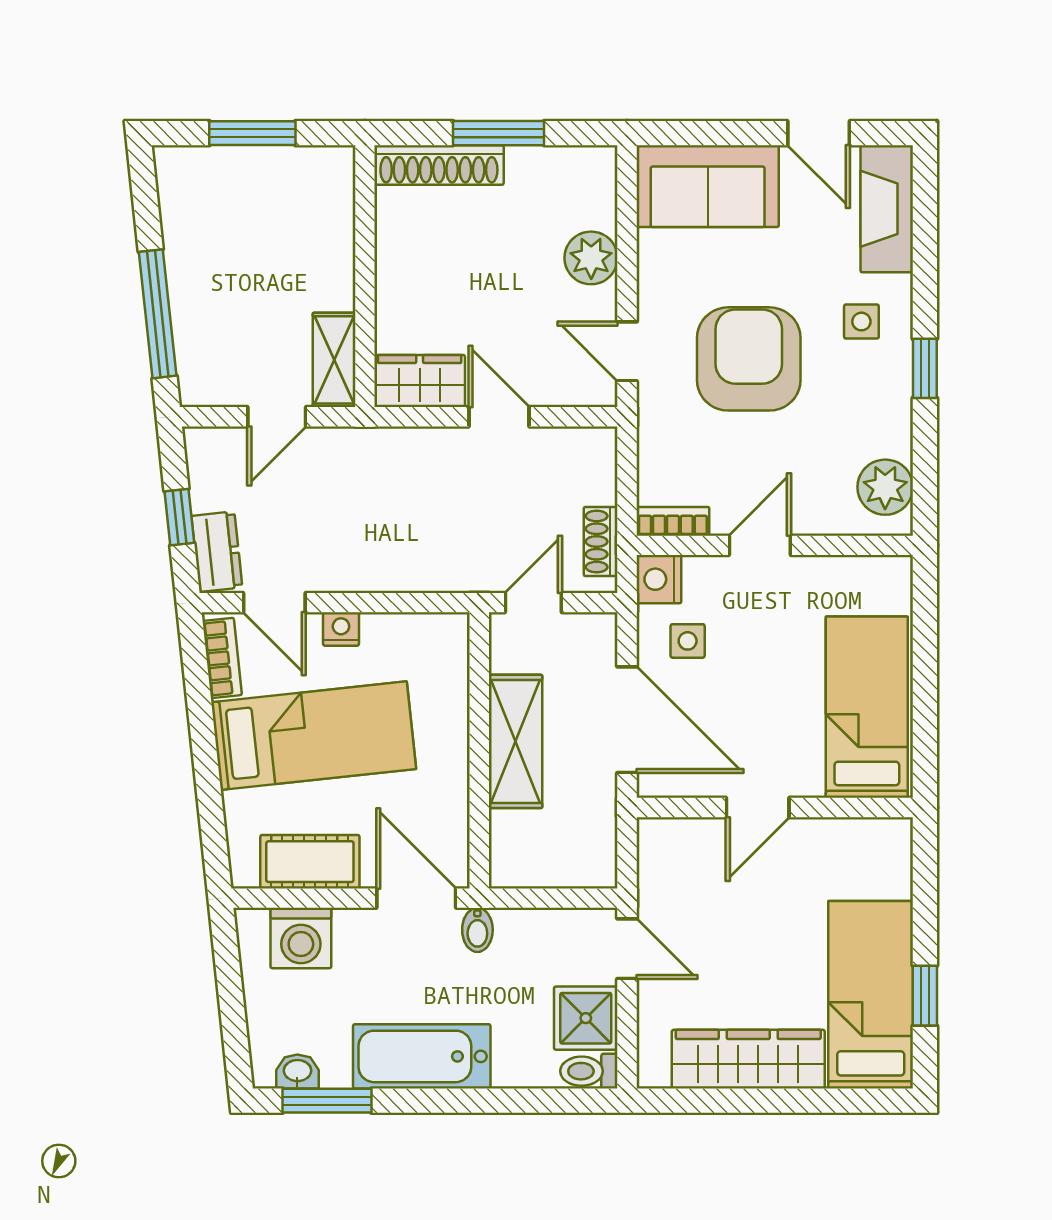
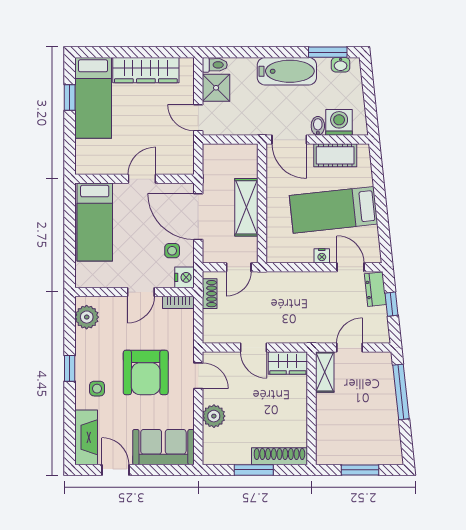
bookcase: (222, 658) -> (373, 243), removed
bidet: (477, 930) -> (318, 126), moved

